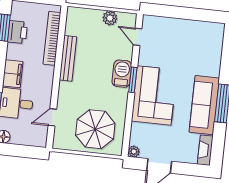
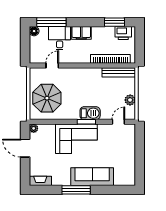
printer: (17, 32) -> (123, 33), moved
bench: (68, 58) -> (119, 72), moved
sofa: (204, 105) -> (92, 177), moved
door: (52, 117) -> (52, 66), hinge flipped

